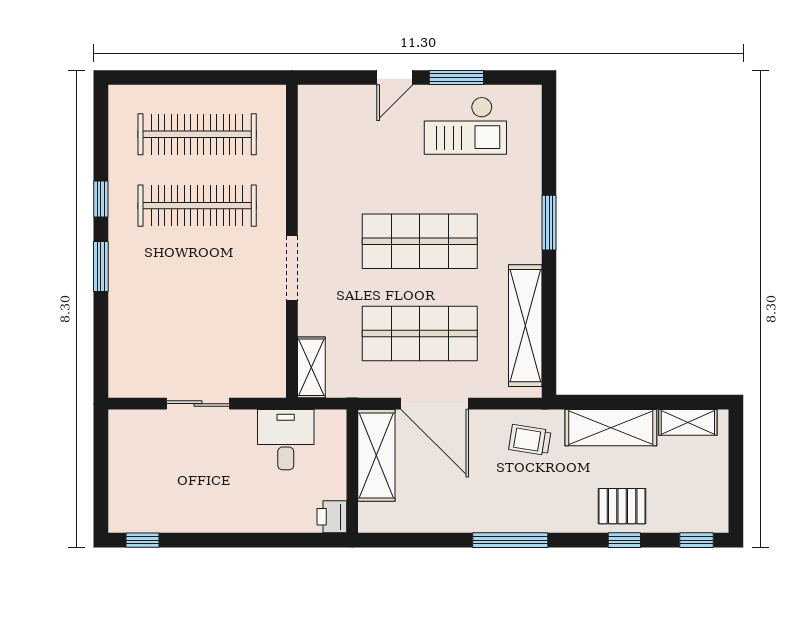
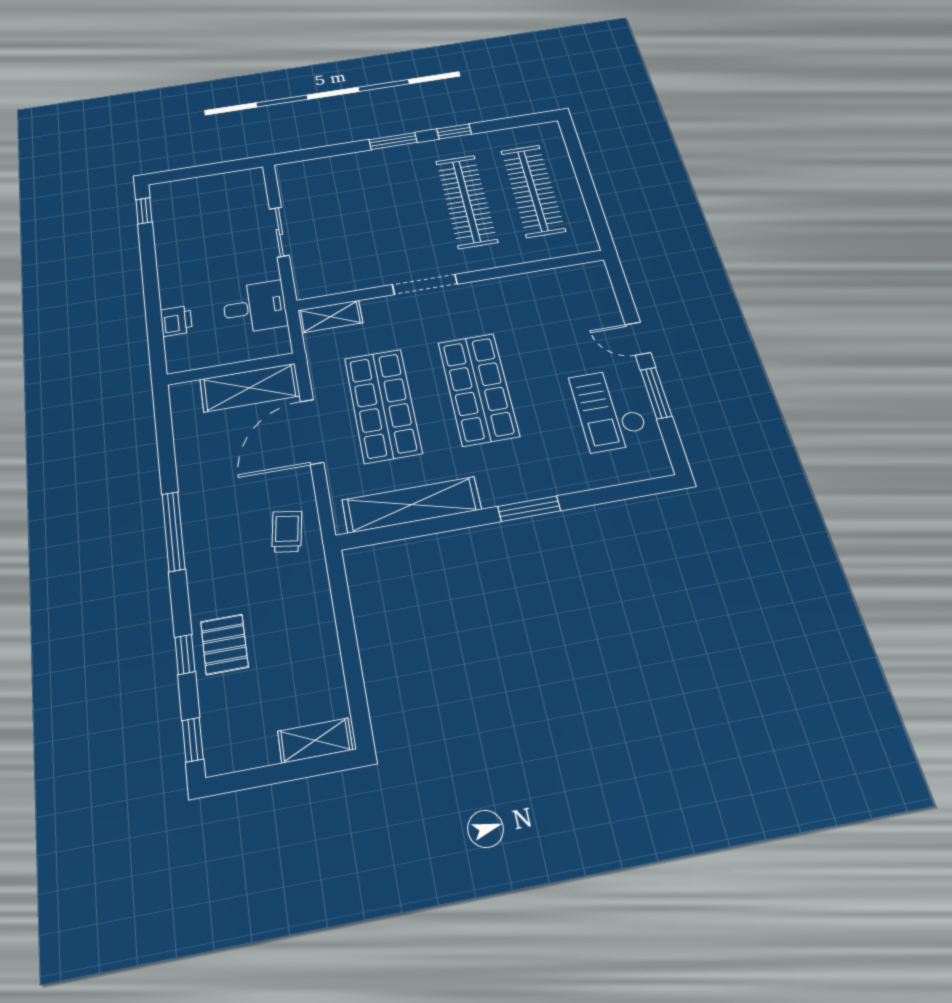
shelving: (688, 422) -> (315, 740), moved, turned 90
shelving: (611, 428) -> (313, 615), removed
printer: (332, 517) -> (176, 321), moved, turned 90

